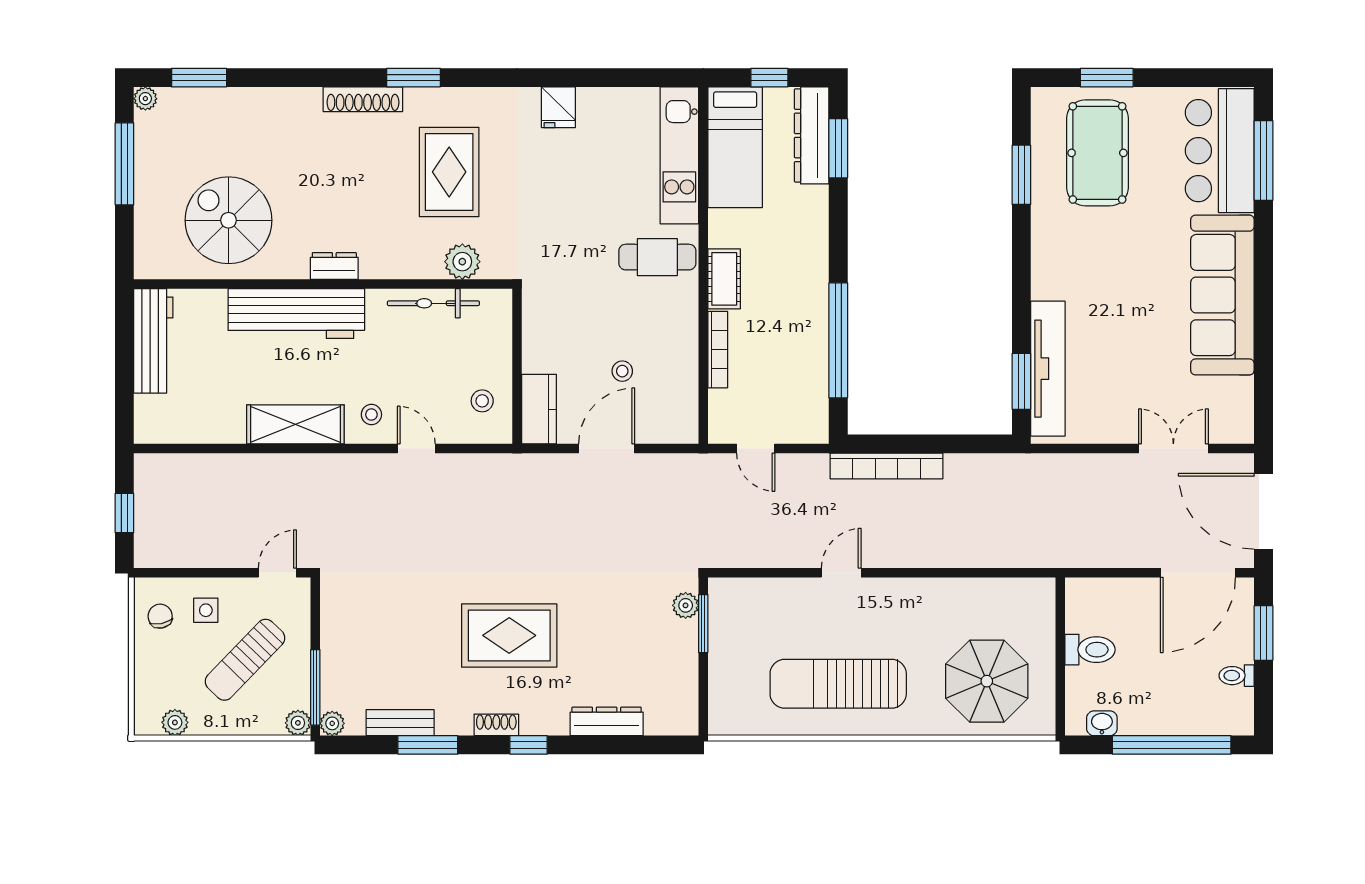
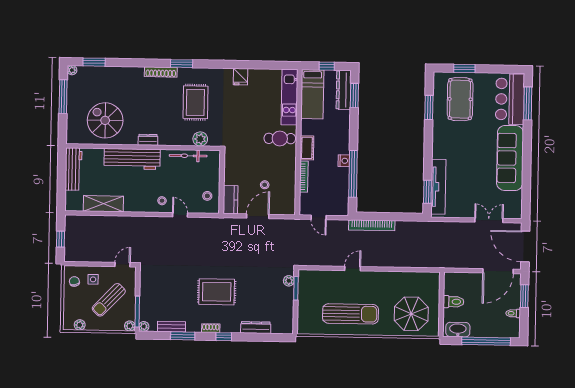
nightstand: (815, 309) -> (344, 161), added
shelving: (295, 424) -> (103, 204), moved
sun lounger: (838, 684) -> (350, 314), turned 180
washbasin: (1102, 723) -> (458, 330), width x1.91, depth x1.45

